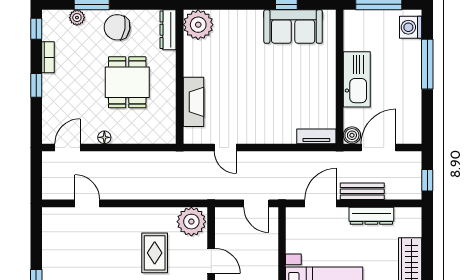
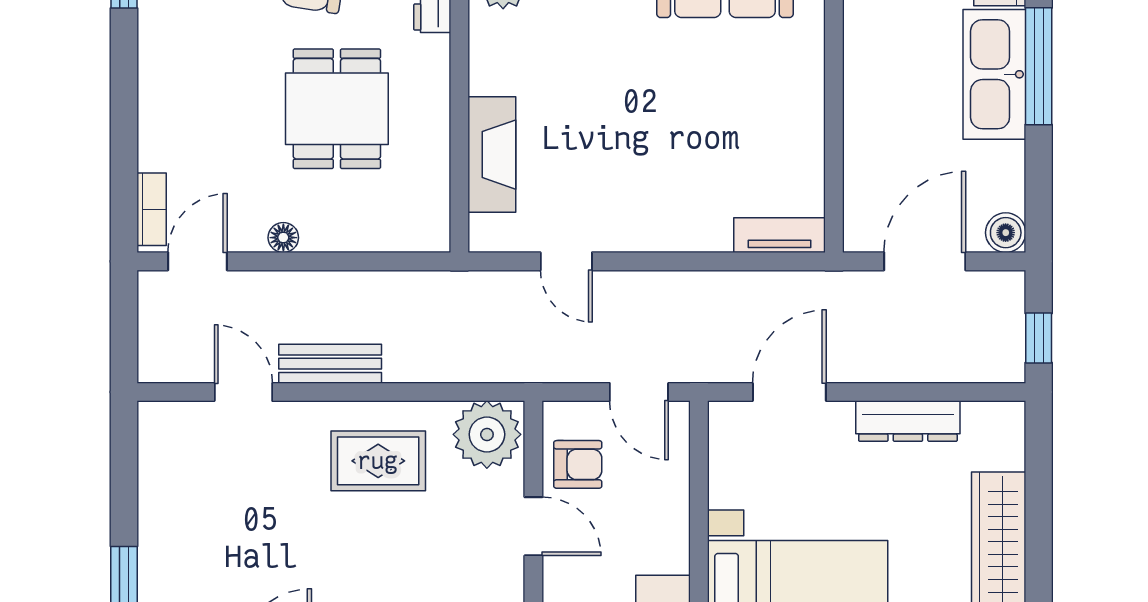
bookcase: (48, 57) -> (152, 209), moved
kitchen sink: (357, 79) -> (994, 74), moved, turned 180
window: (36, 85) -> (124, 116), removed
boiler: (352, 135) -> (1006, 233), moved
bench: (362, 191) -> (330, 364), moved
armchair: (230, 234) -> (578, 464), added
rug: (155, 253) -> (378, 461), moved, turned 90

